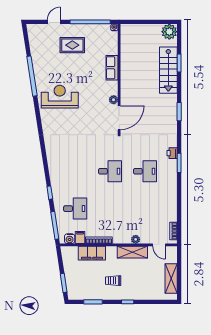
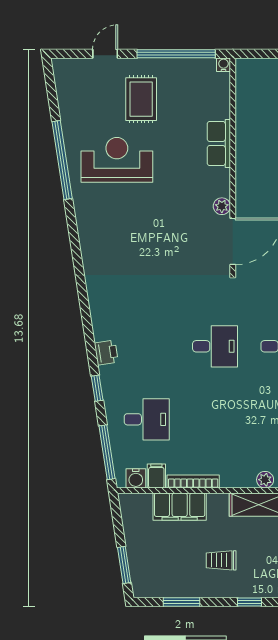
rug: (72, 45) -> (141, 99), turned 90
reception desk: (60, 97) -> (117, 160), moved
printer: (54, 174) -> (106, 353), added

